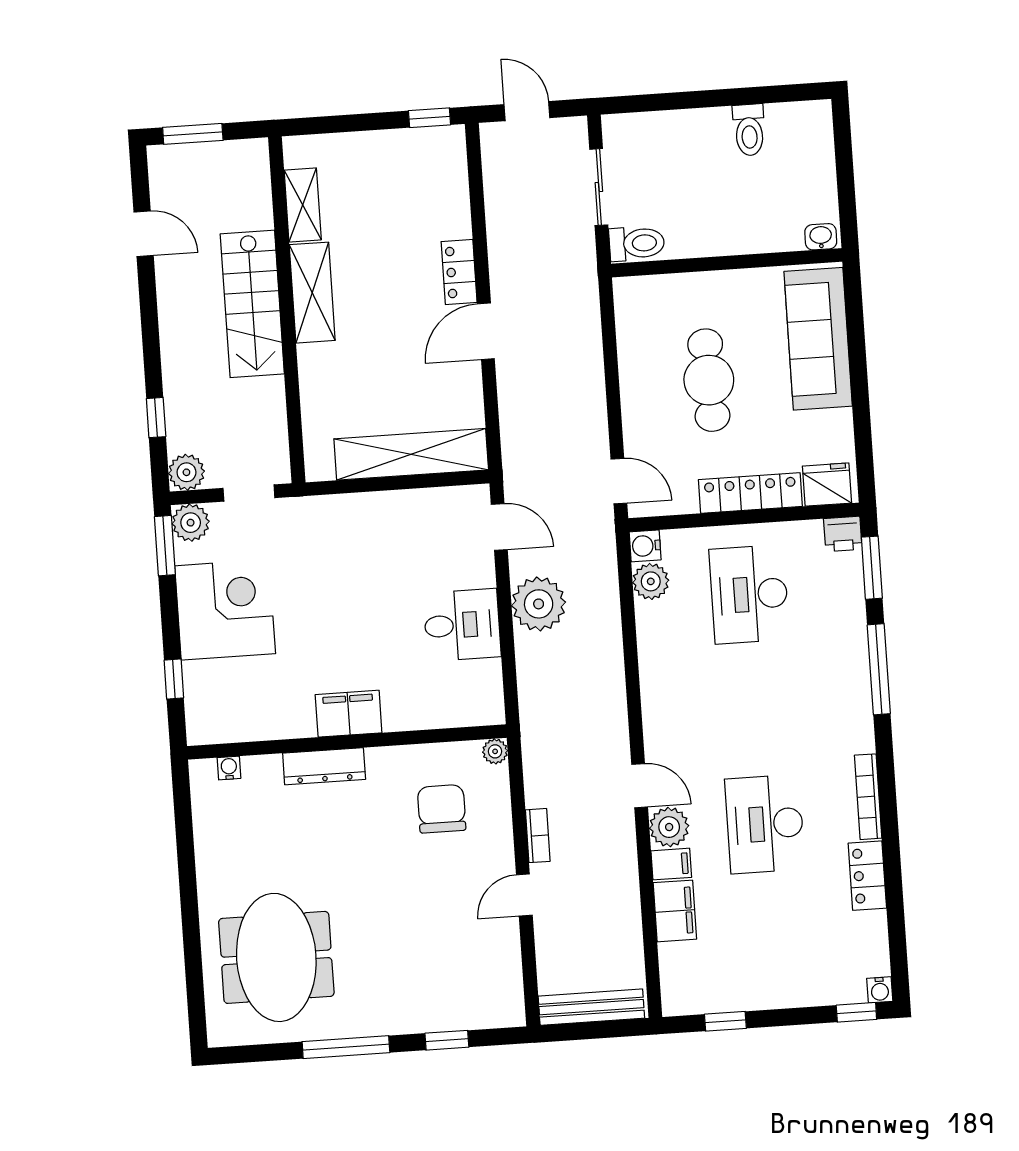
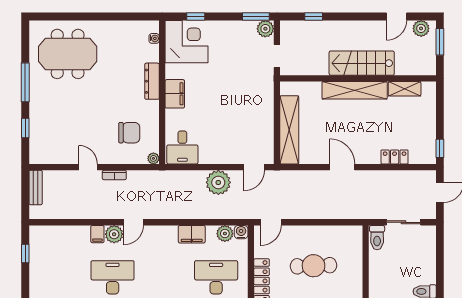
locker: (459, 272) -> (395, 157), moved
shelving: (312, 293) -> (355, 90), width x1.47
plant: (186, 472) -> (421, 28), moved
corner desk: (225, 610) -> (187, 42), moved, turned -90
desk: (462, 625) -> (182, 147), moved
filing cabinet: (675, 911) -> (192, 234), moved
bench: (591, 1007) -> (36, 188), width x0.73

